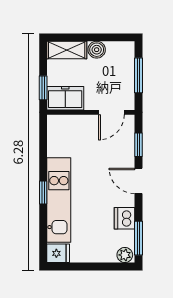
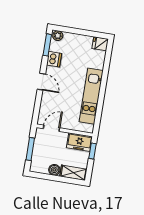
window: (138, 145) -> (37, 105), removed
window: (43, 193) -> (103, 84), removed
kitchen unit: (59, 200) -> (91, 96), moved

